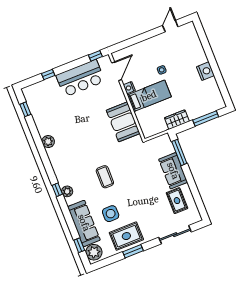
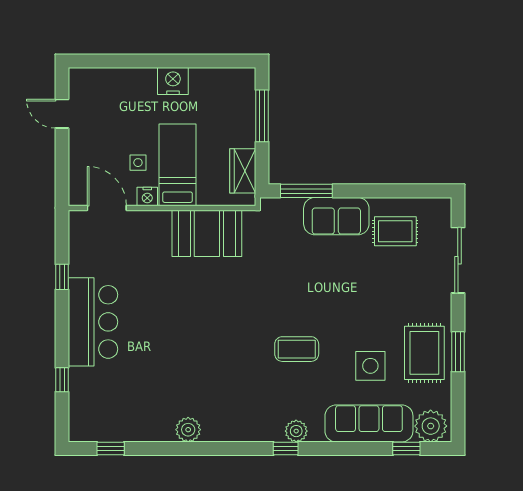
door: (117, 71) -> (107, 208), moved
nightstand: (129, 88) -> (147, 196), moved
bed: (149, 96) -> (177, 165), moved
wall: (127, 97) -> (162, 208), moved
booth: (123, 122) -> (207, 233), moved

